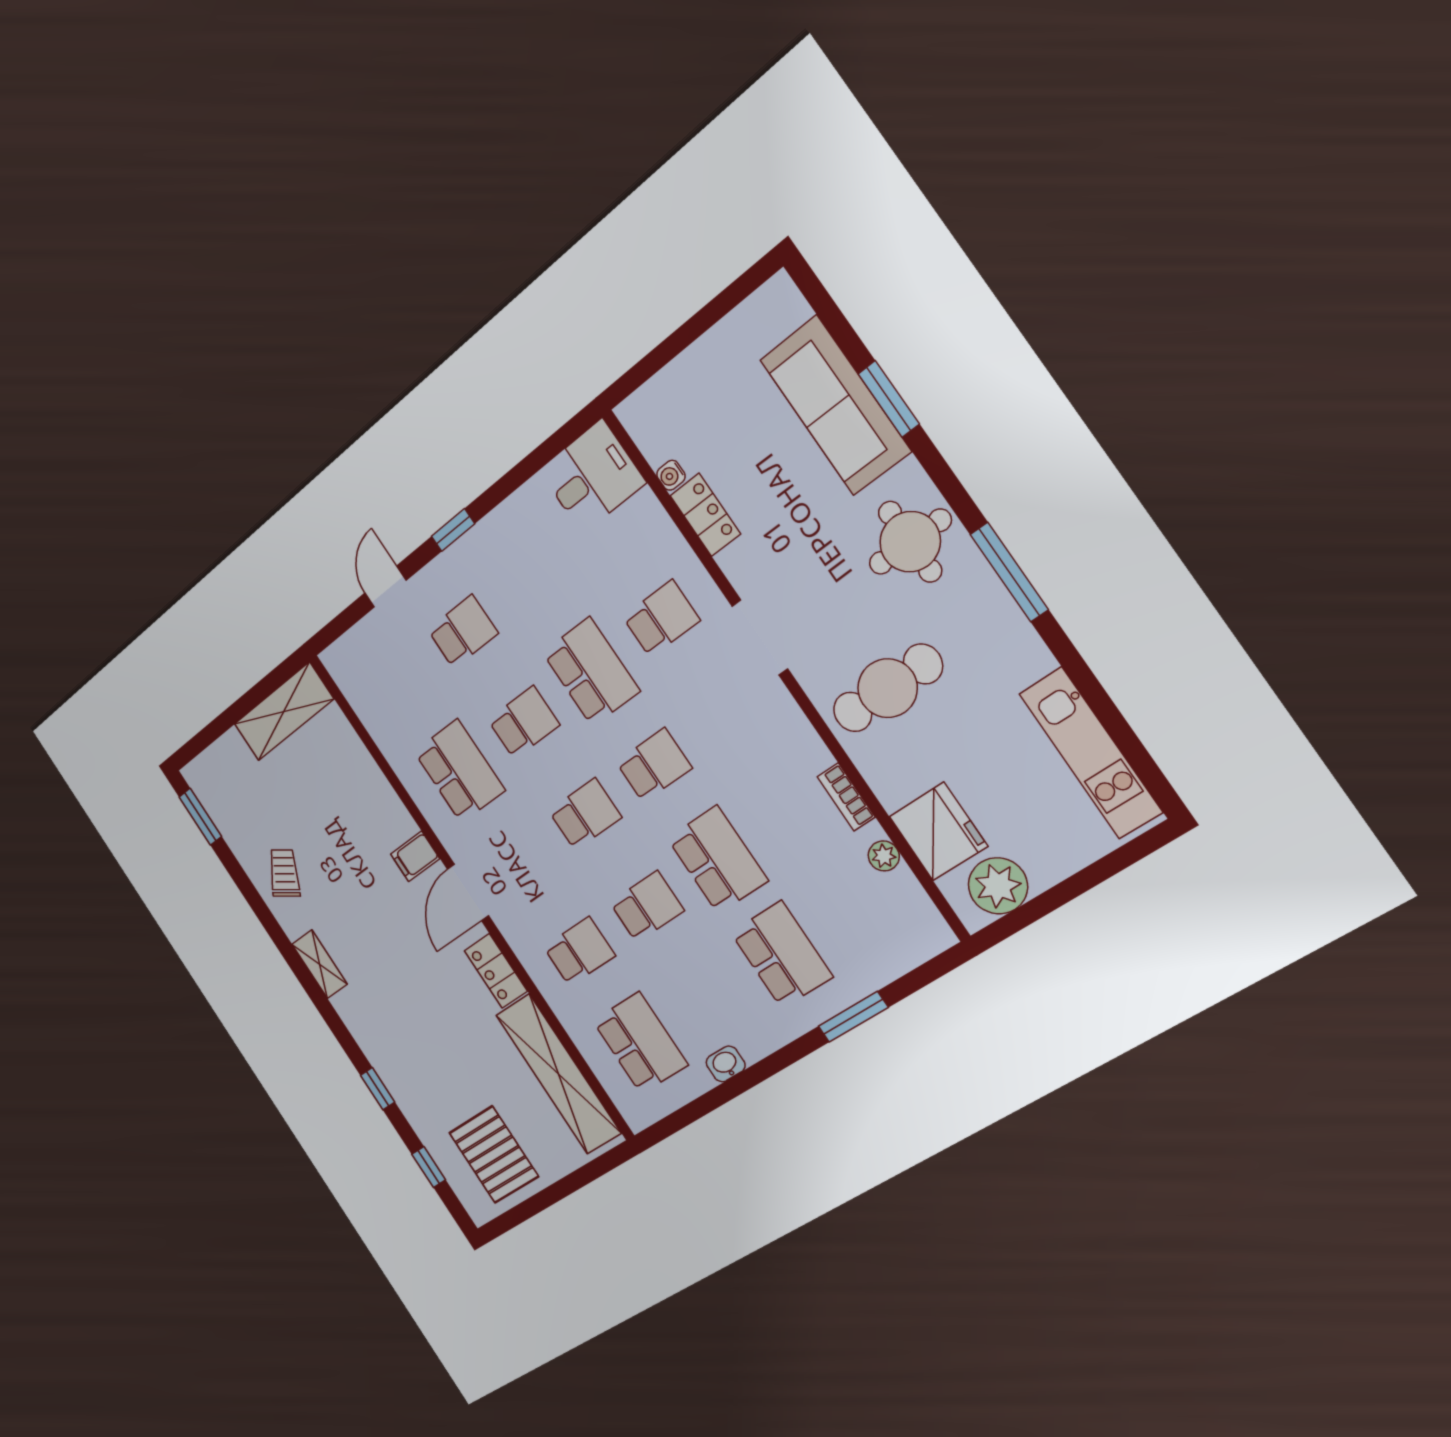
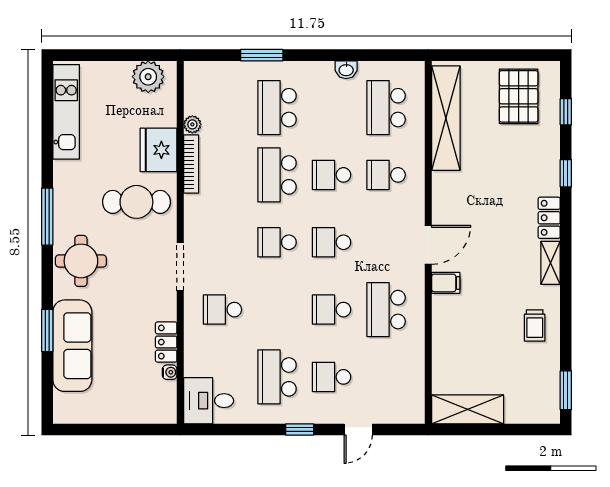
school desk: (591, 672) -> (277, 377), moved
bookcase: (846, 797) -> (191, 164), width x1.56
fridge: (938, 831) -> (159, 150), moved
trolley: (284, 873) -> (535, 325), turned -32
locker: (496, 971) -> (549, 218), moved, turned 180

